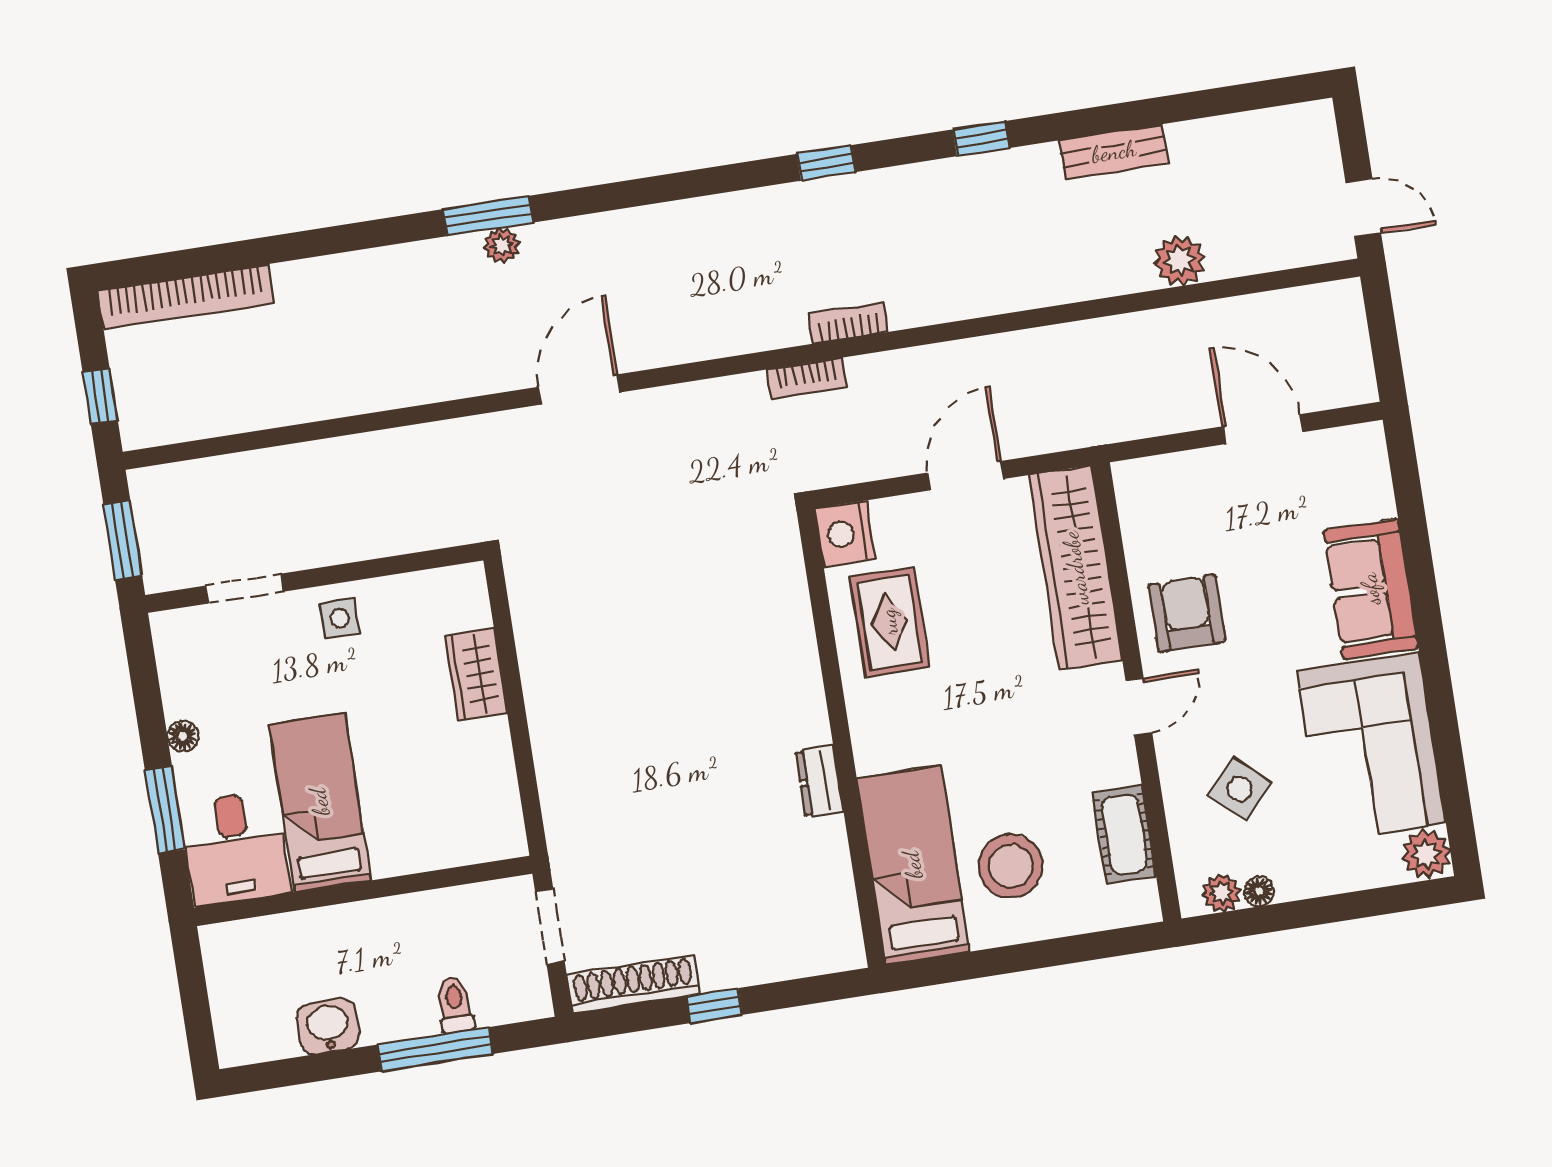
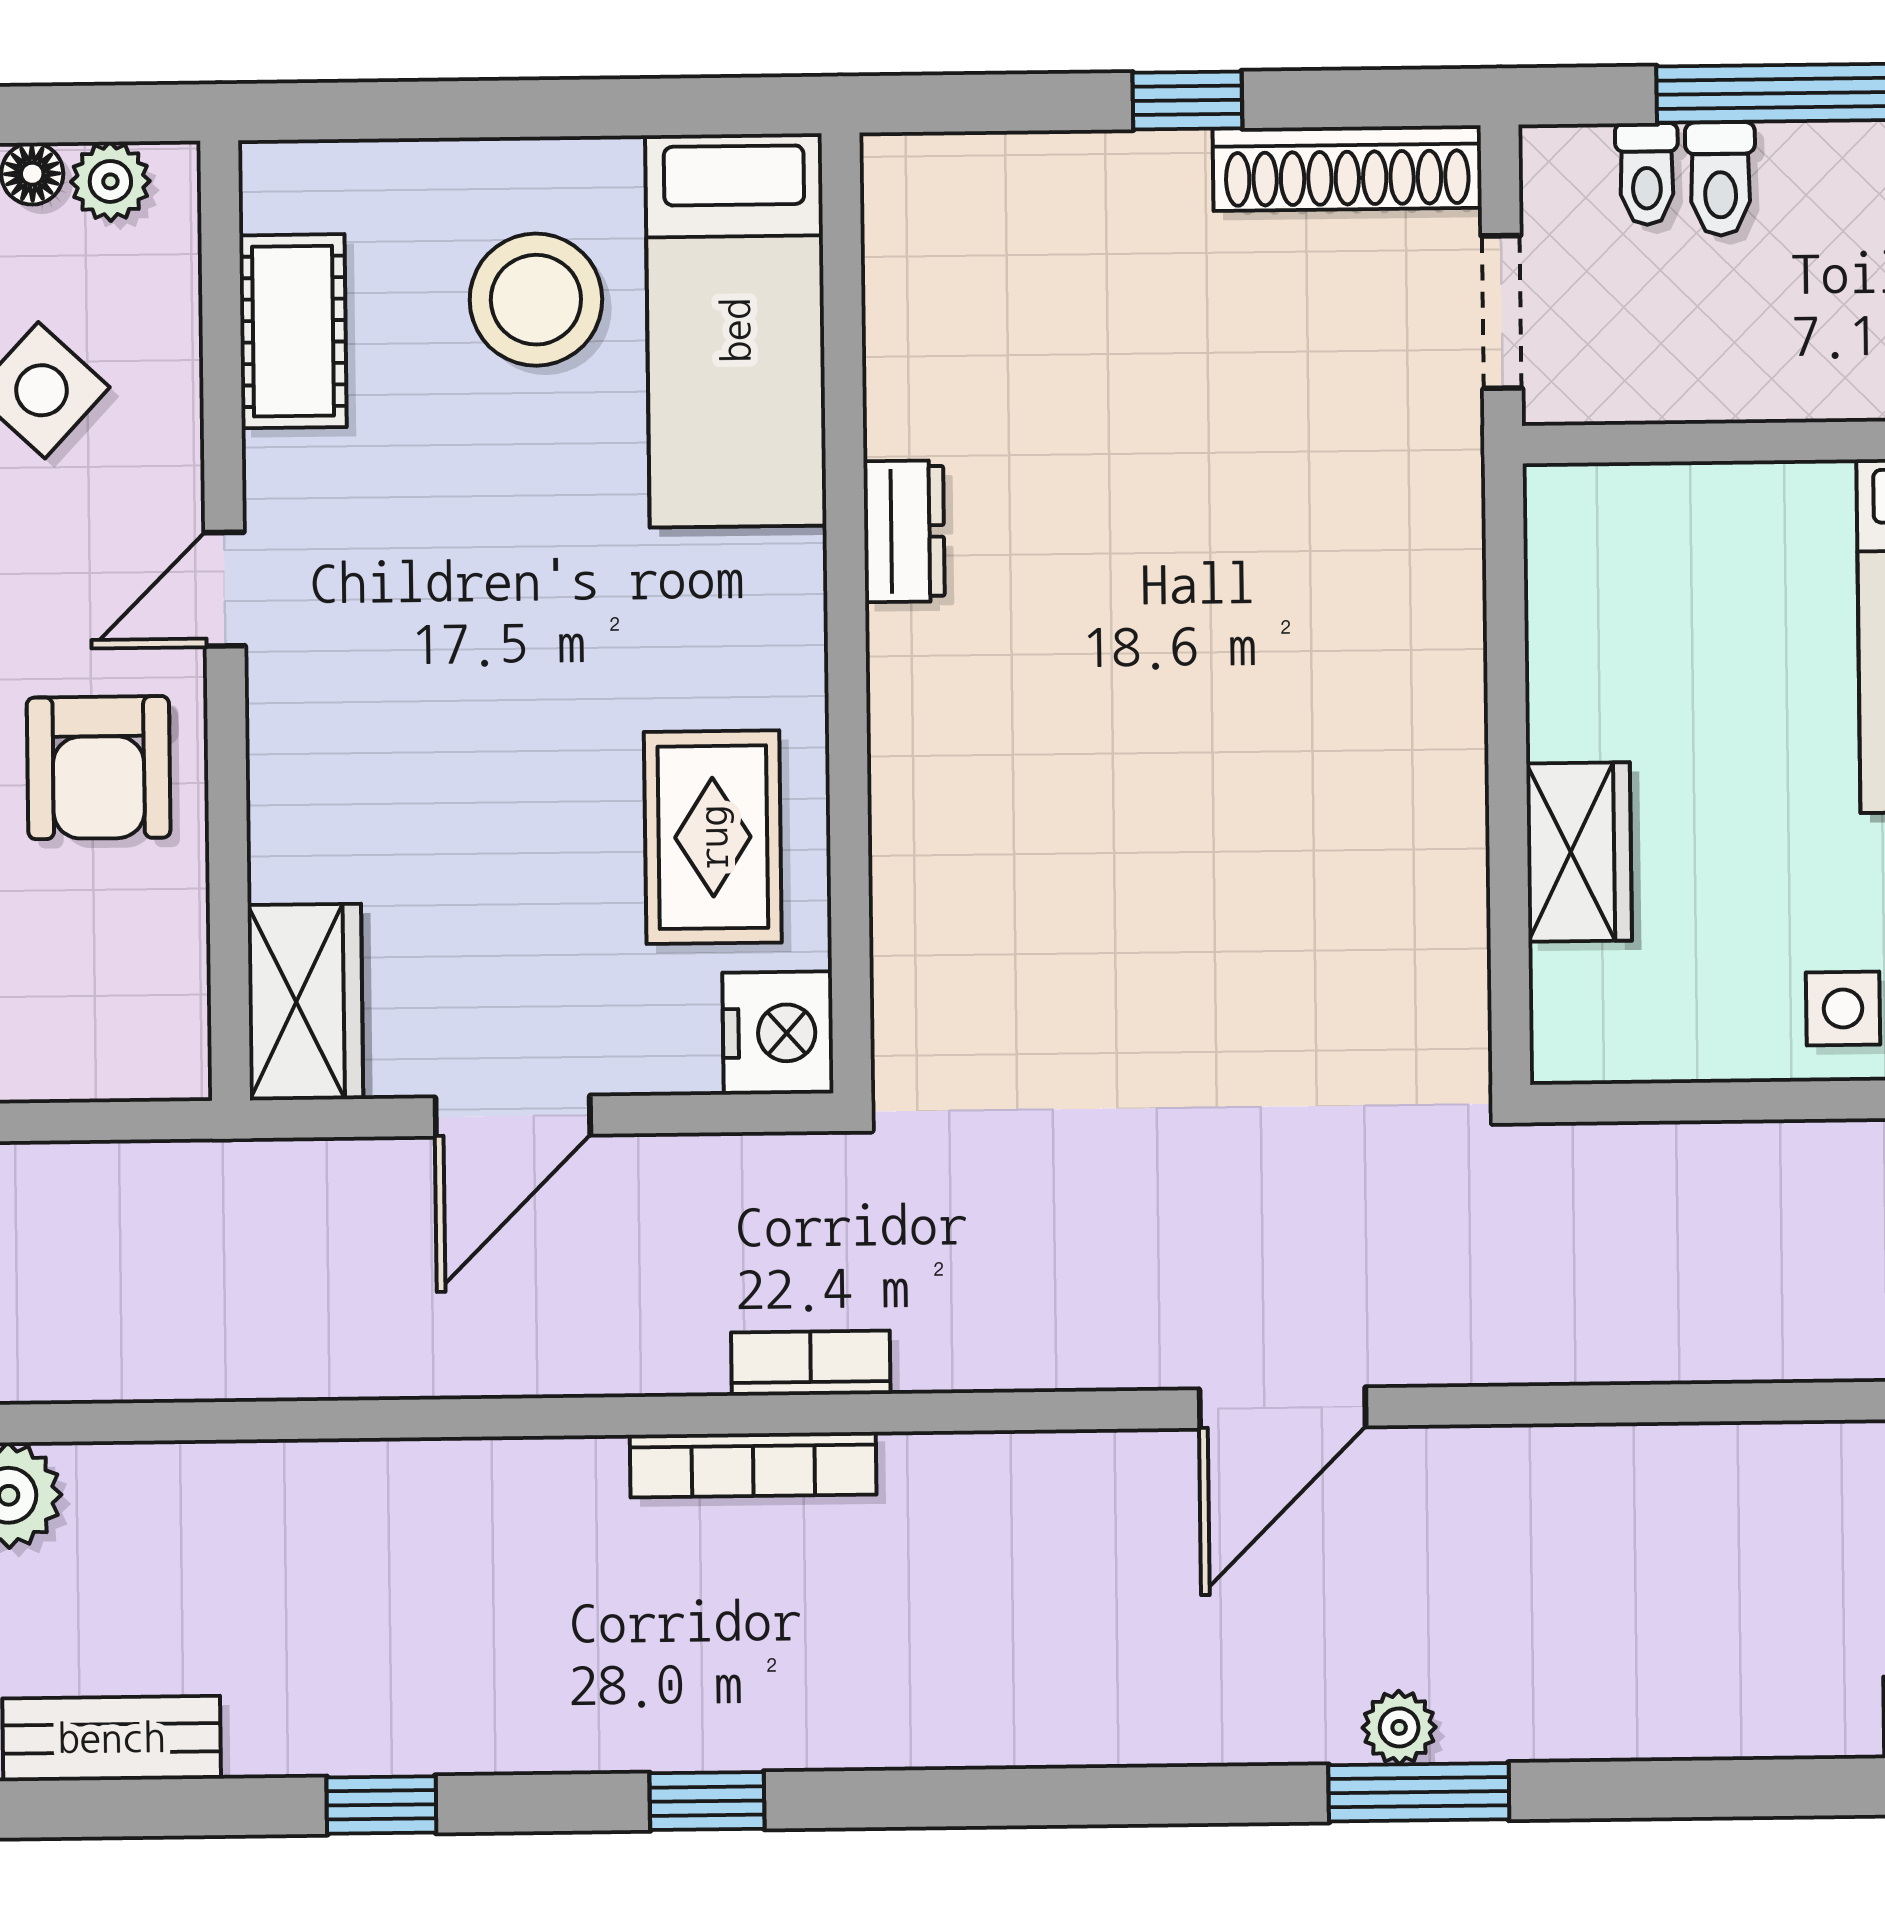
bookcase: (848, 323) -> (753, 1465), width x1.56
wardrobe: (1076, 568) -> (305, 1002), width x0.48, depth x0.85
toilet: (490, 1002) -> (1647, 174), added

